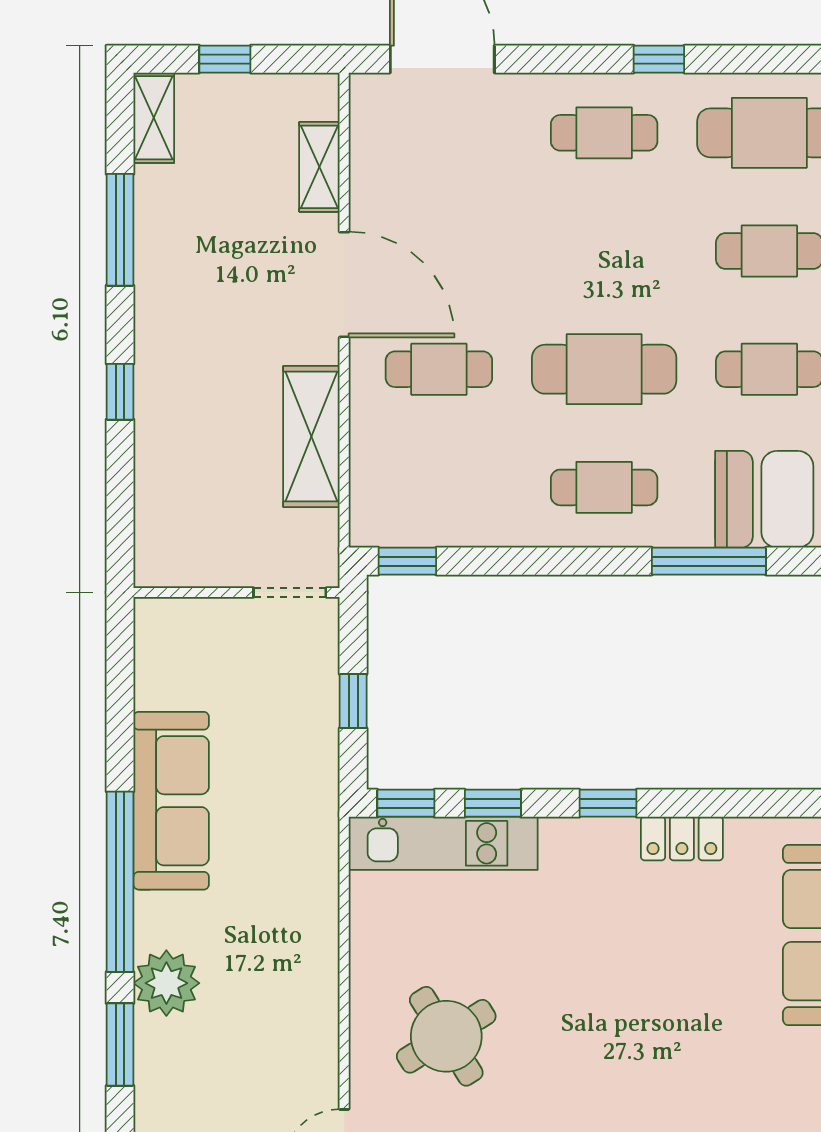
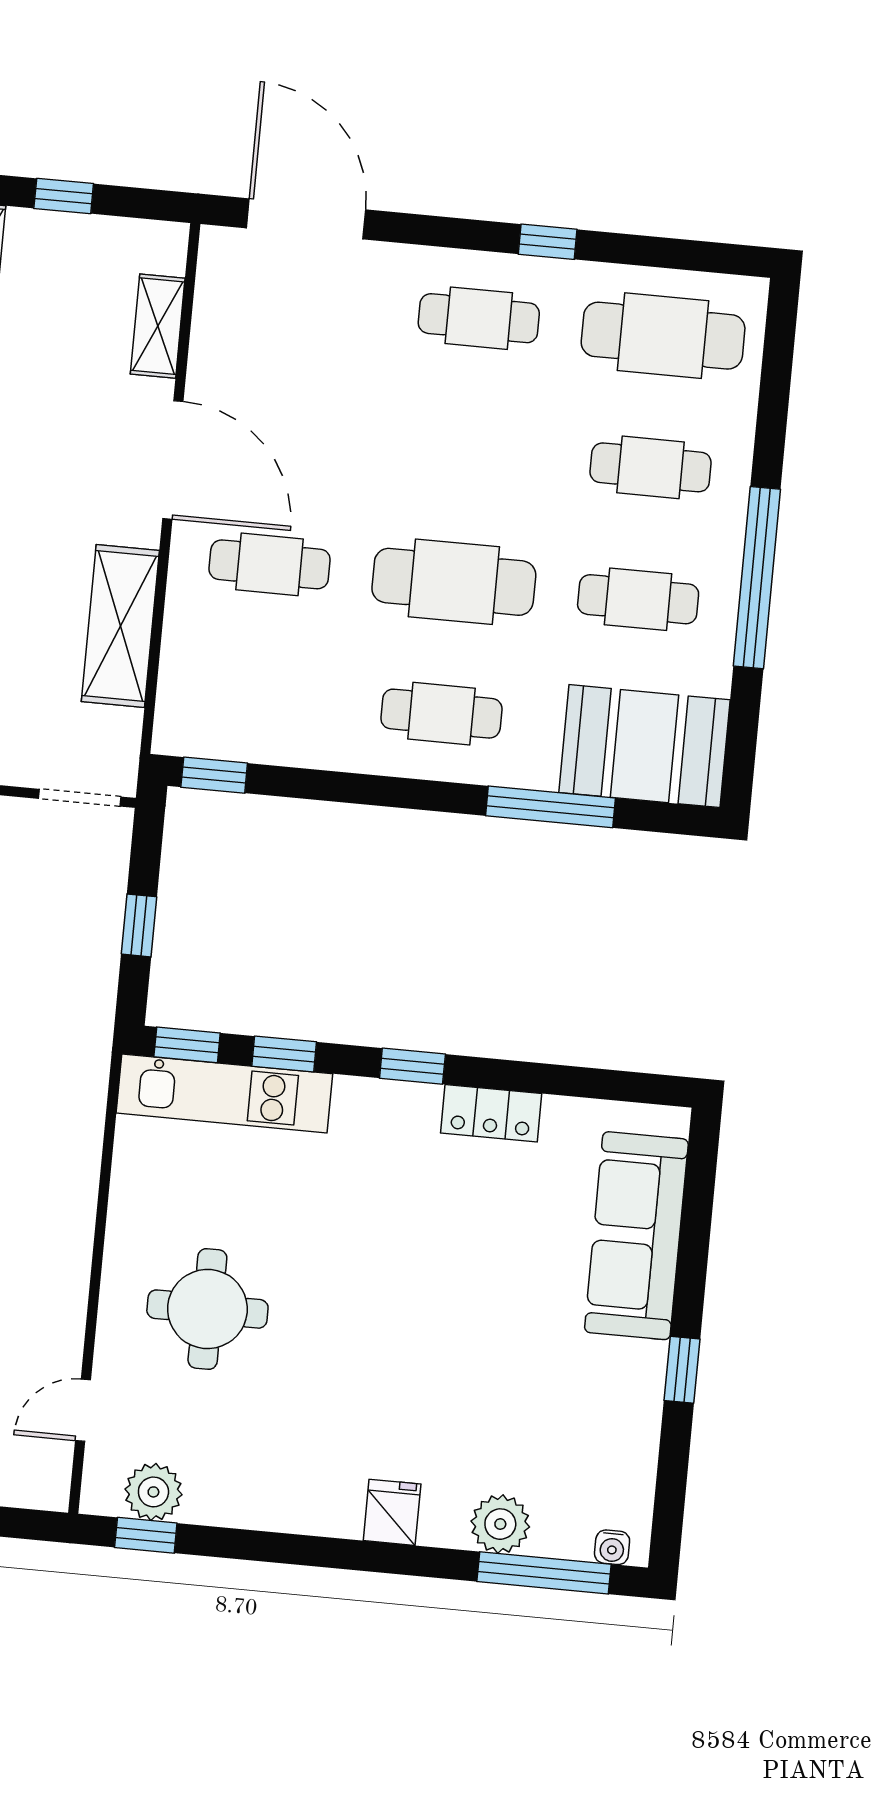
round table: (446, 1036) -> (207, 1309), turned 32

